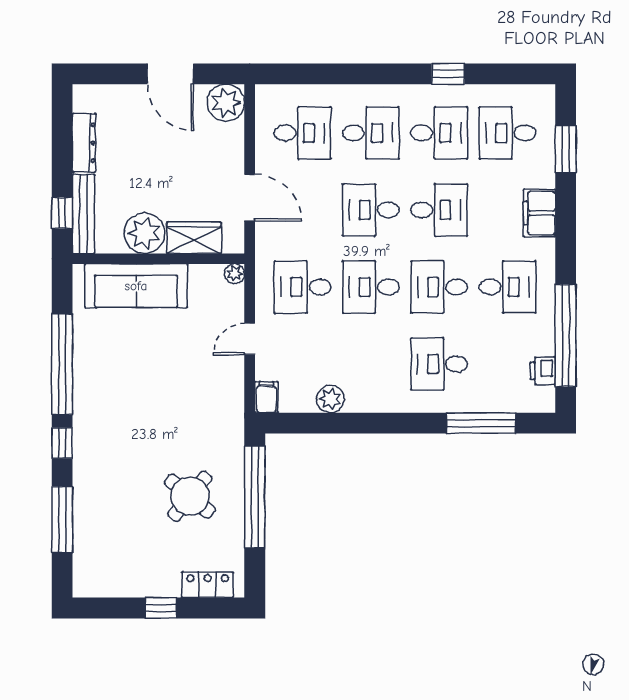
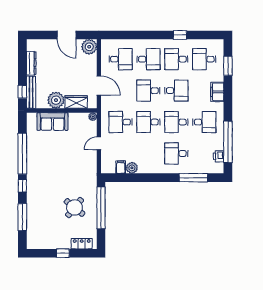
desk: (439, 133) -> (176, 59), turned 180
sofa: (136, 286) -> (53, 122), width x0.73
filing cabinet: (266, 397) -> (121, 167), moved

